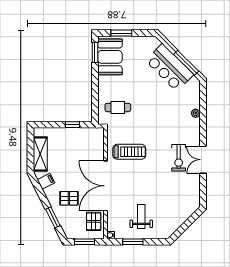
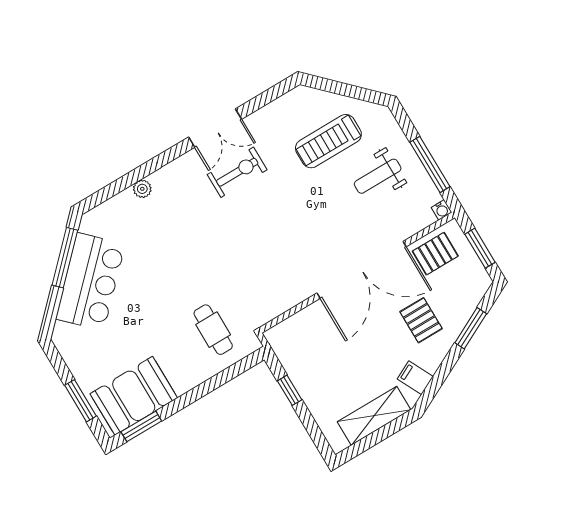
treadmill: (129, 152) -> (328, 141), moved, turned -90
window: (133, 242) -> (430, 164), width x1.44

